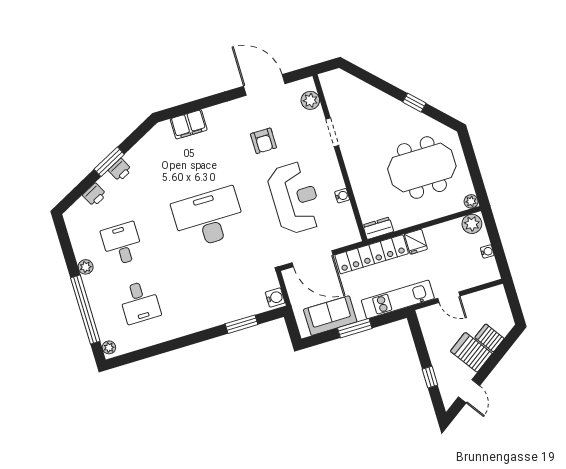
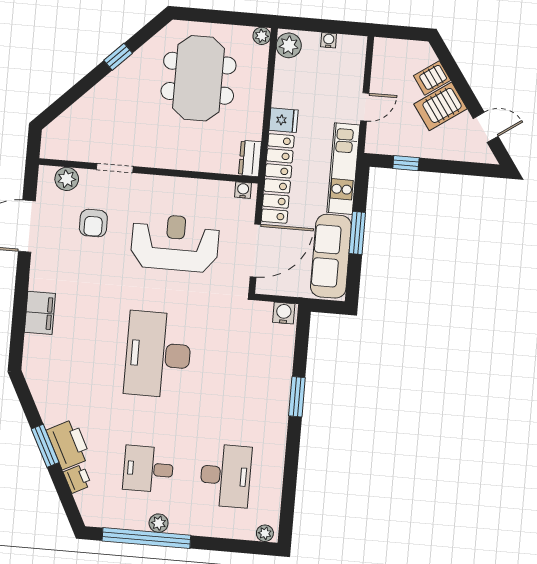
filing cabinet: (189, 124) -> (40, 313), moved
armchair: (264, 141) -> (93, 223), moved, turned 90
printer: (120, 170) -> (68, 444), width x1.87, depth x1.48
water cooler: (342, 196) -> (243, 190), moved
desk: (140, 302) -> (226, 476), width x1.37
window: (85, 309) -> (146, 538), moved
sofa: (330, 316) -> (331, 256), width x1.36
window: (242, 324) -> (297, 397), moved
window: (430, 377) -> (406, 163), moved

